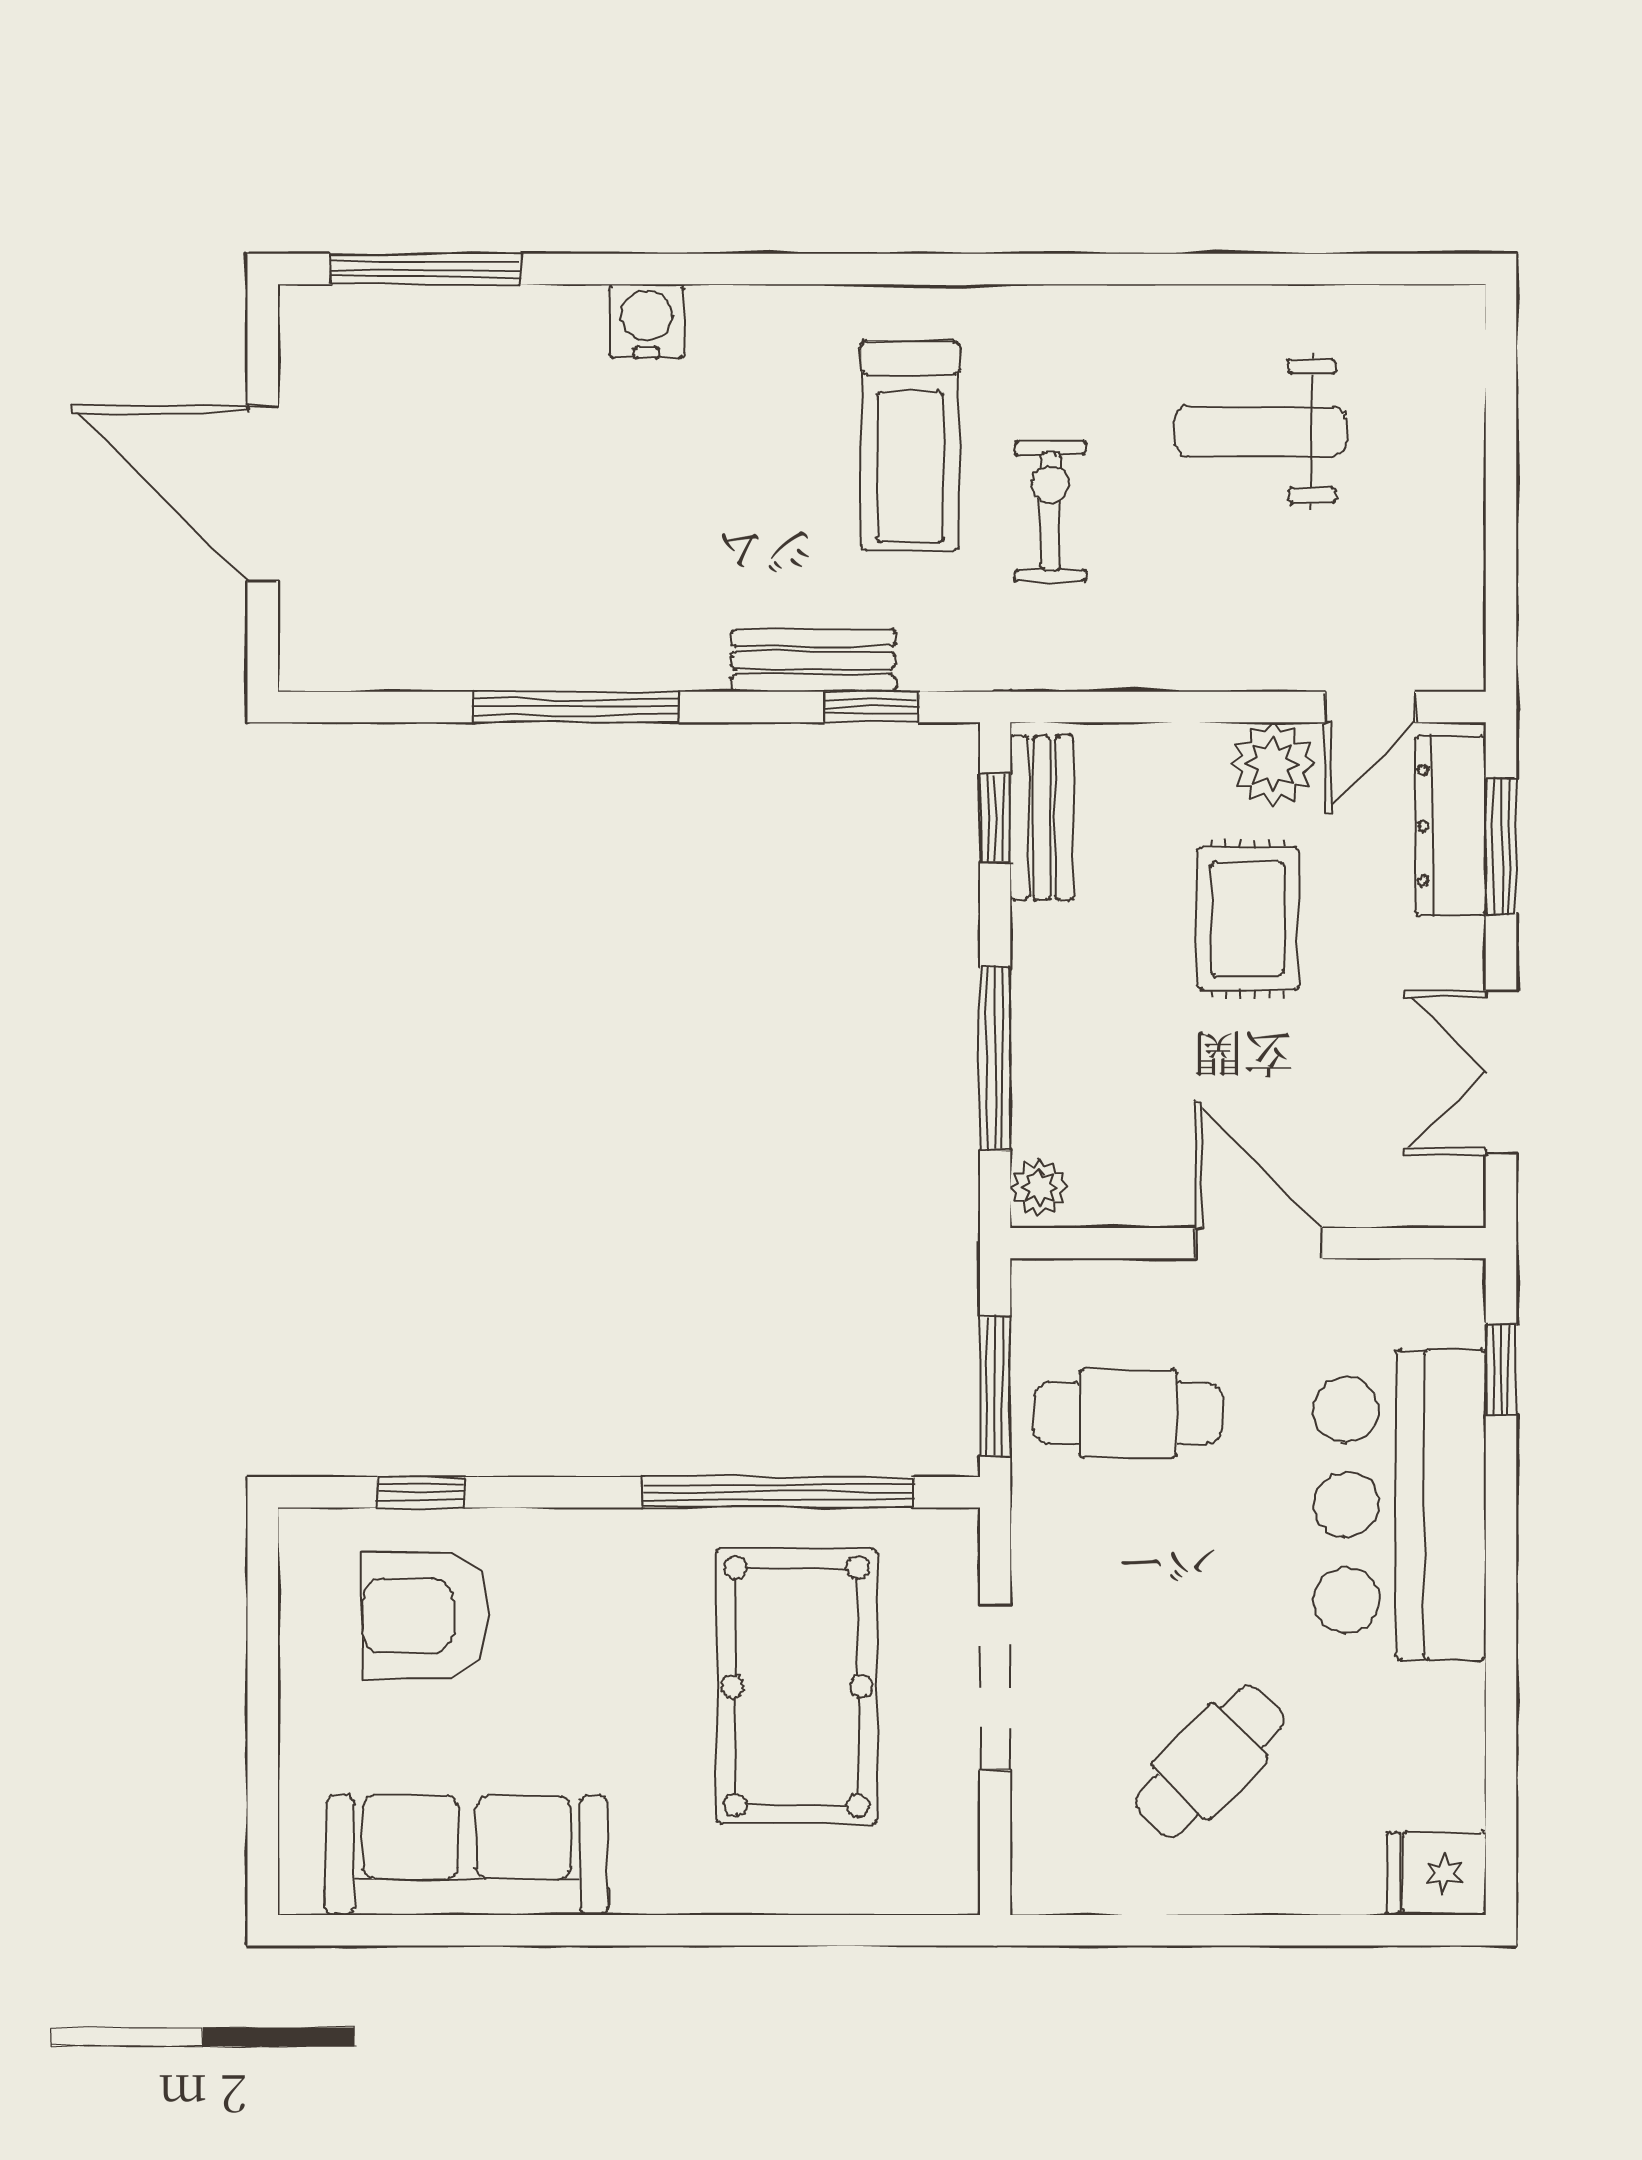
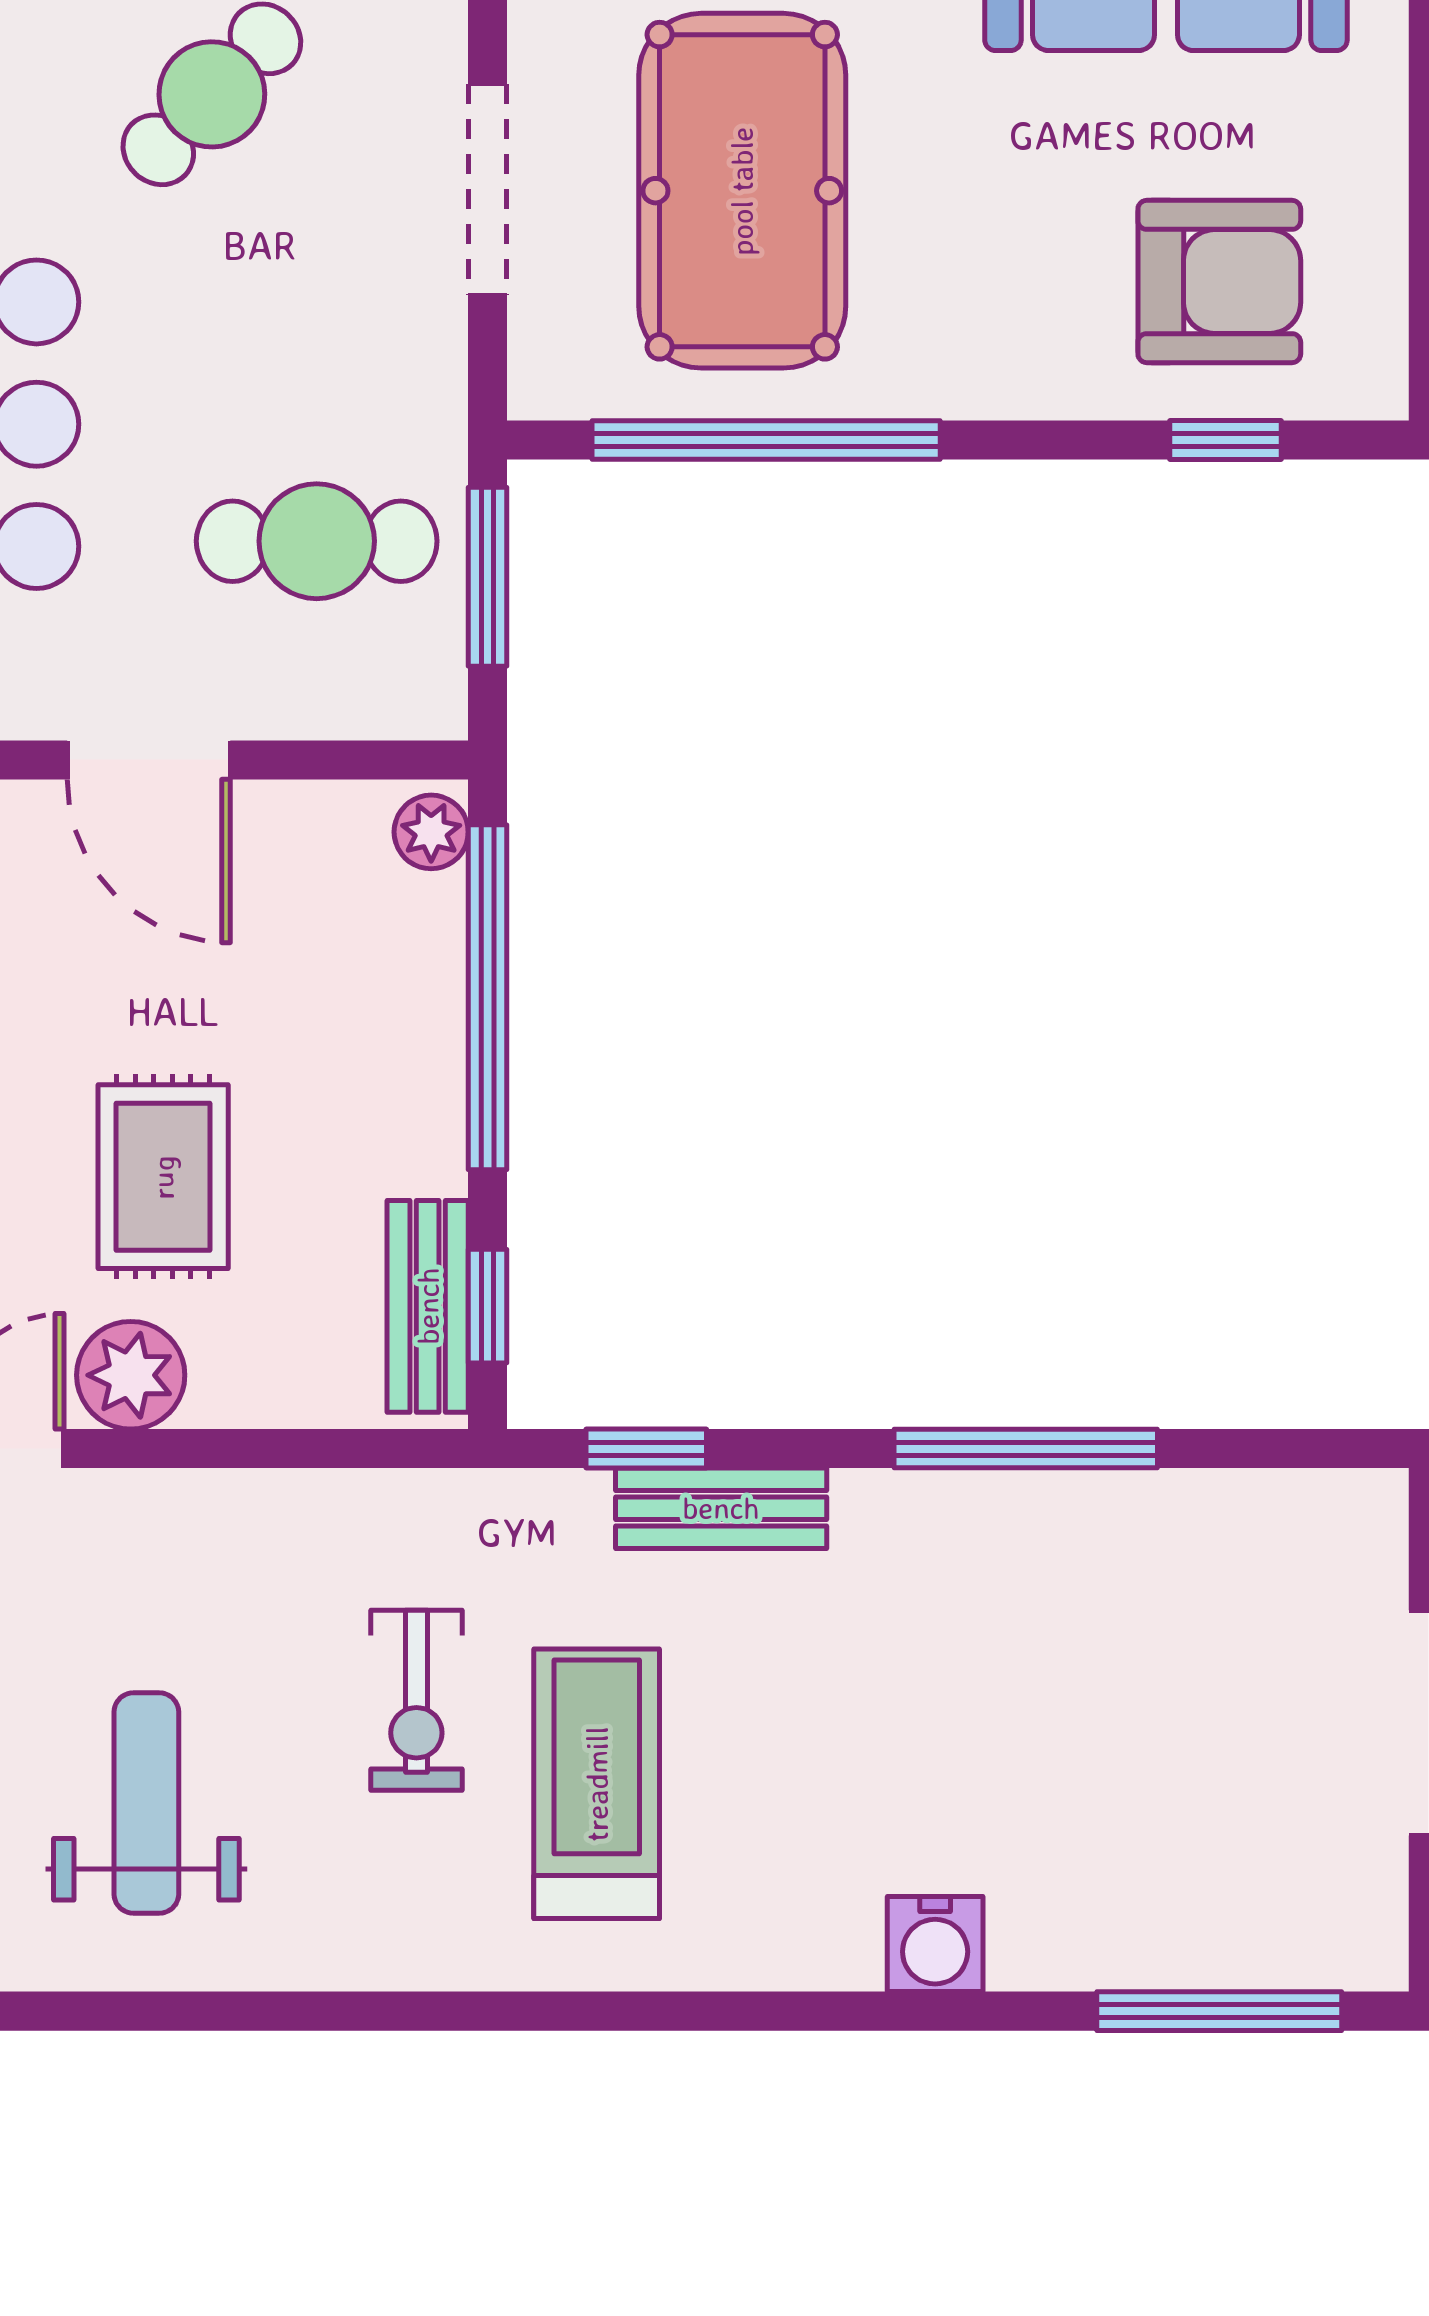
weight bench: (1261, 431) -> (146, 1803), turned -90
window: (995, 1058) -> (487, 997), width x1.46

